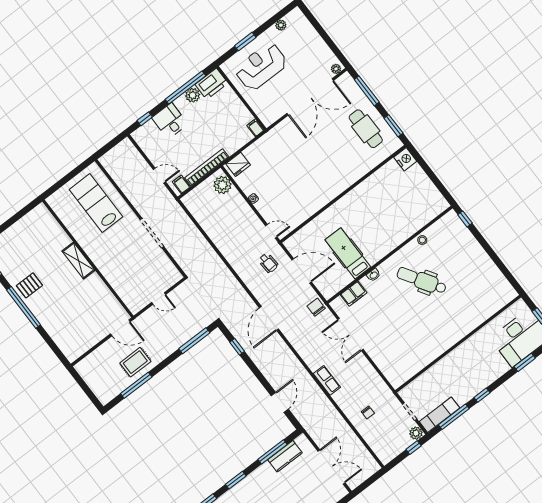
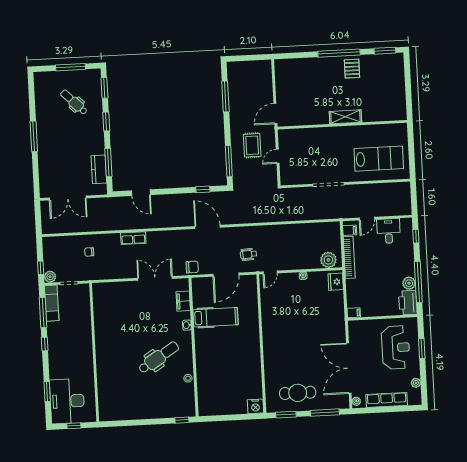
row of seats: (315, 41) -> (387, 400), added
desk: (170, 121) -> (389, 231), moved, turned -90
rug: (135, 362) -> (252, 145), moved

